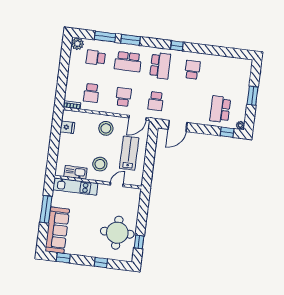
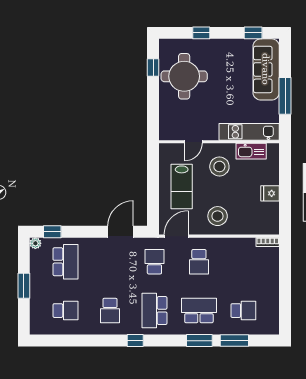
plant: (77, 44) -> (271, 326), removed
school desk: (91, 93) -> (65, 311), moved, turned 90
fridge: (67, 127) -> (270, 193), moved

